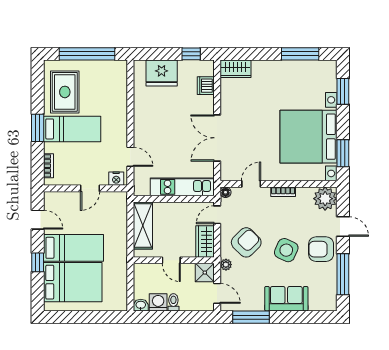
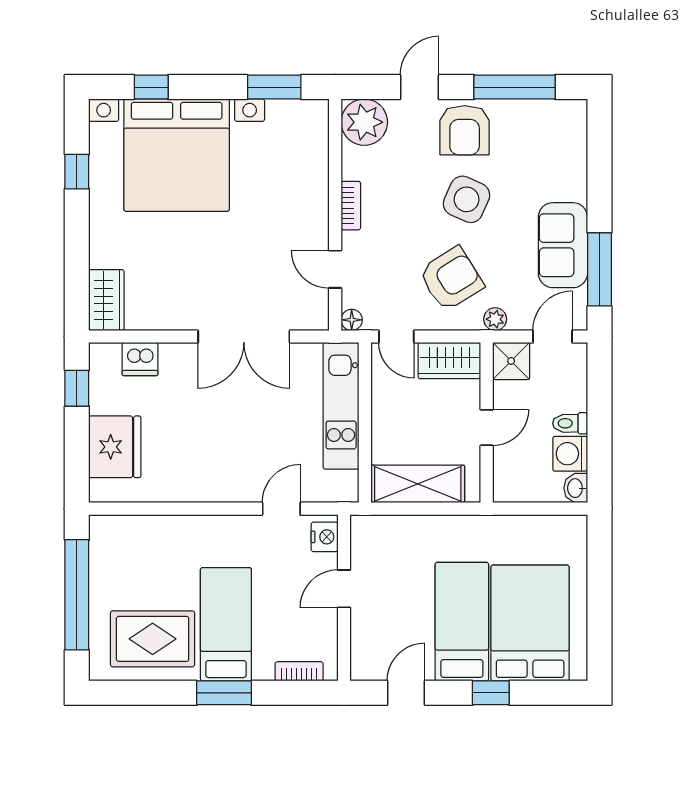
window: (300, 54) -> (77, 172), width x0.46
window: (343, 91) -> (151, 87), width x0.67
bed with nightstands: (309, 137) -> (177, 155), moved
door: (90, 188) -> (344, 589), swing flipped
armchair: (246, 242) -> (451, 279), turned 103
sofa: (286, 299) -> (563, 245), moved

